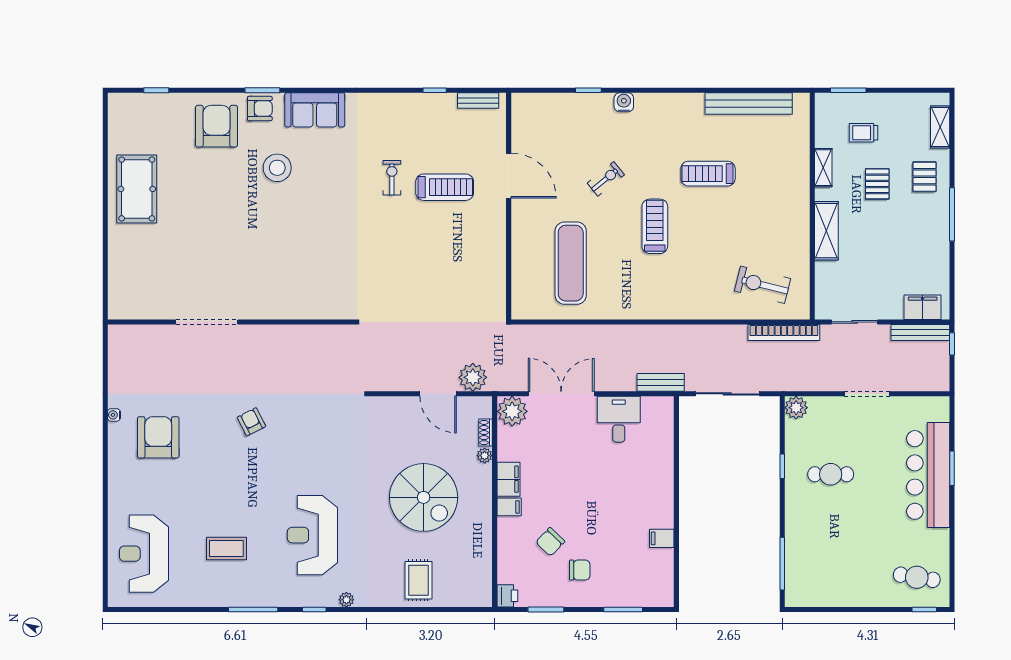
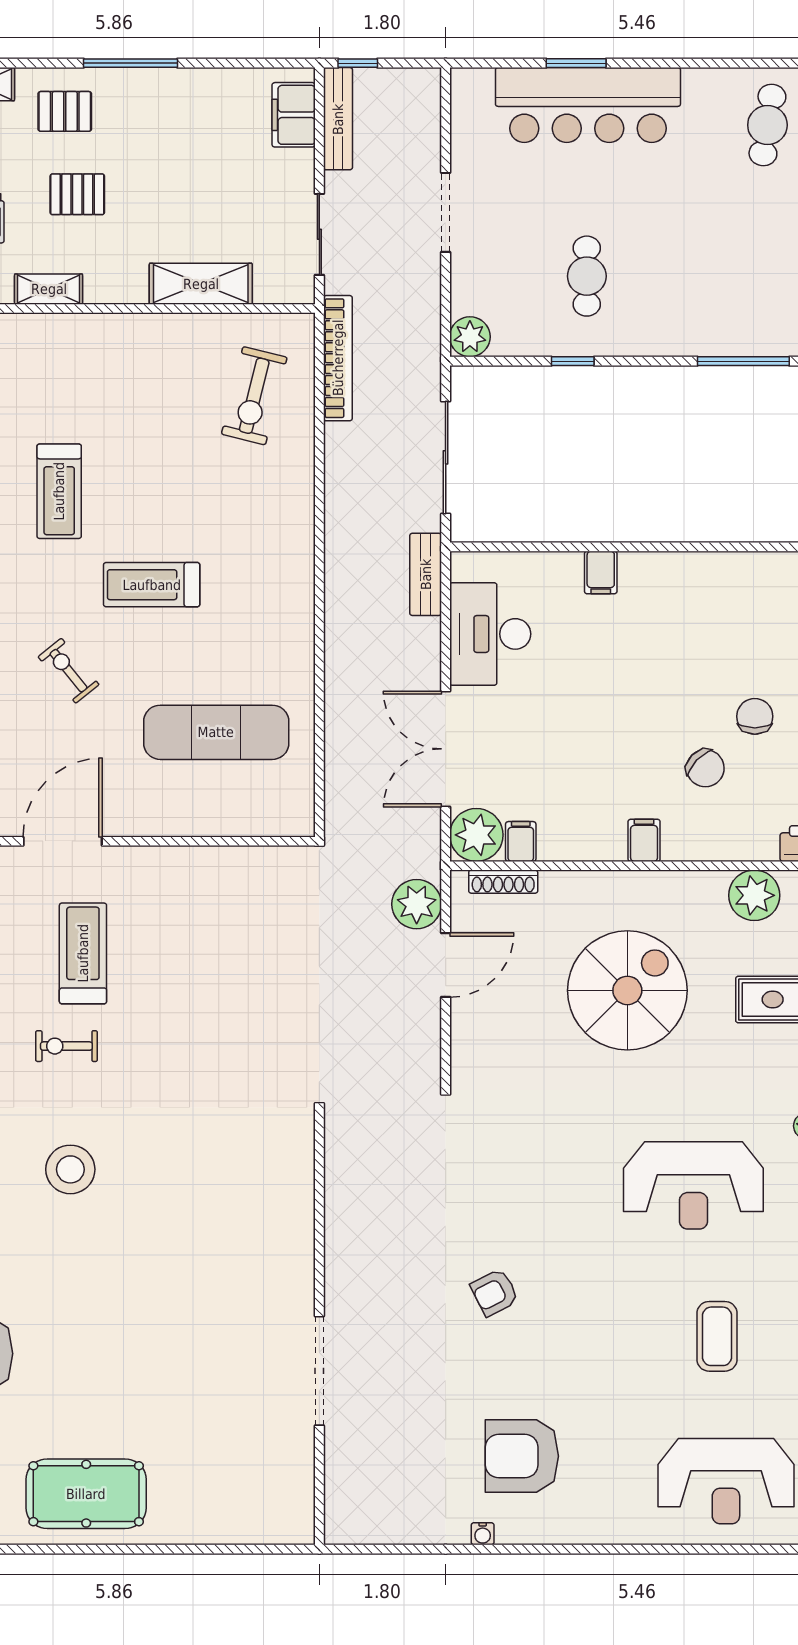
stool: (277, 168) -> (70, 1169), moved
shelving: (826, 231) -> (201, 284), moved
desk: (619, 419) -> (490, 634), width x1.37
shoe rack: (486, 433) -> (503, 882), width x1.43
plant: (485, 456) -> (754, 895), moved, width x1.88, depth x1.88
filing cabinet: (508, 479) -> (521, 842), moved, width x0.50
filing cabinet: (662, 538) -> (601, 572), moved

